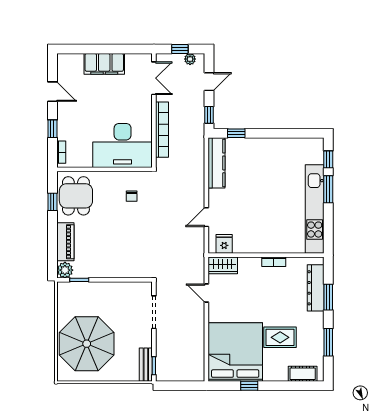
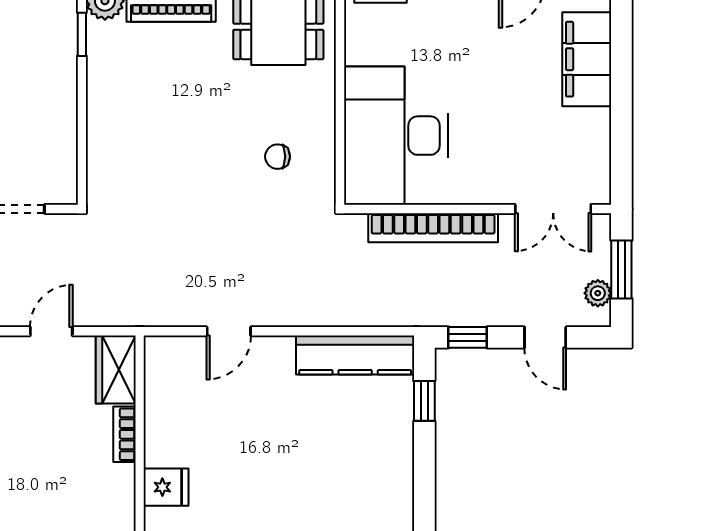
window: (180, 49) -> (621, 269), width x1.50
filing cabinet: (104, 64) -> (587, 59), moved
door: (206, 217) -> (229, 331), swing flipped
fridge: (224, 244) -> (166, 487), moved
bookcase: (274, 262) -> (124, 434), moved

